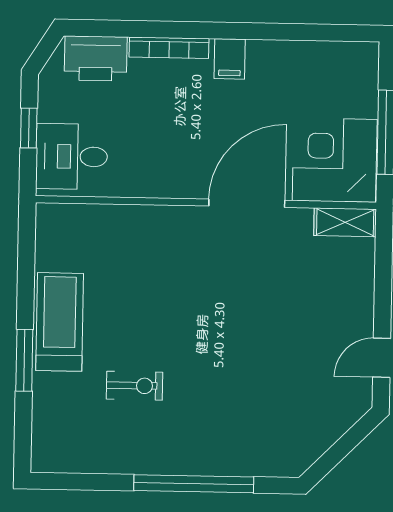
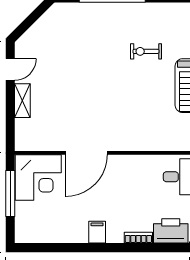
bookcase: (169, 48) -> (138, 238), width x0.64
shelving: (345, 222) -> (22, 101), moved, turned 90

